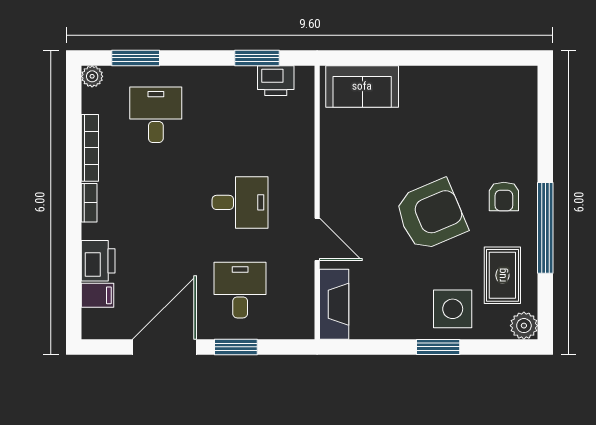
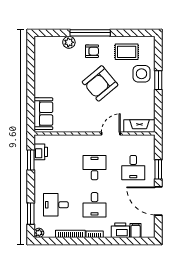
desk: (156, 202) -> (95, 205), added
armchair: (431, 215) -> (100, 83), turned -107
window: (545, 228) -> (90, 33), moved
desk: (240, 290) -> (133, 168), turned -90
plant: (524, 326) -> (69, 42), moved

